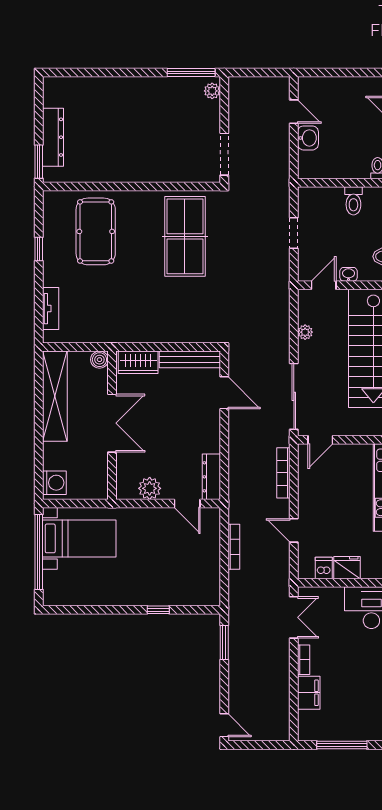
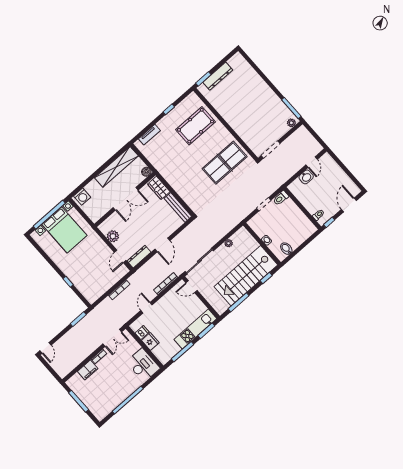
toilet: (353, 201) -> (281, 198), moved
door: (324, 285) -> (254, 234), removed
door: (224, 393) -> (162, 245), moved
bed with nightstands: (79, 538) -> (64, 230), width x1.36

